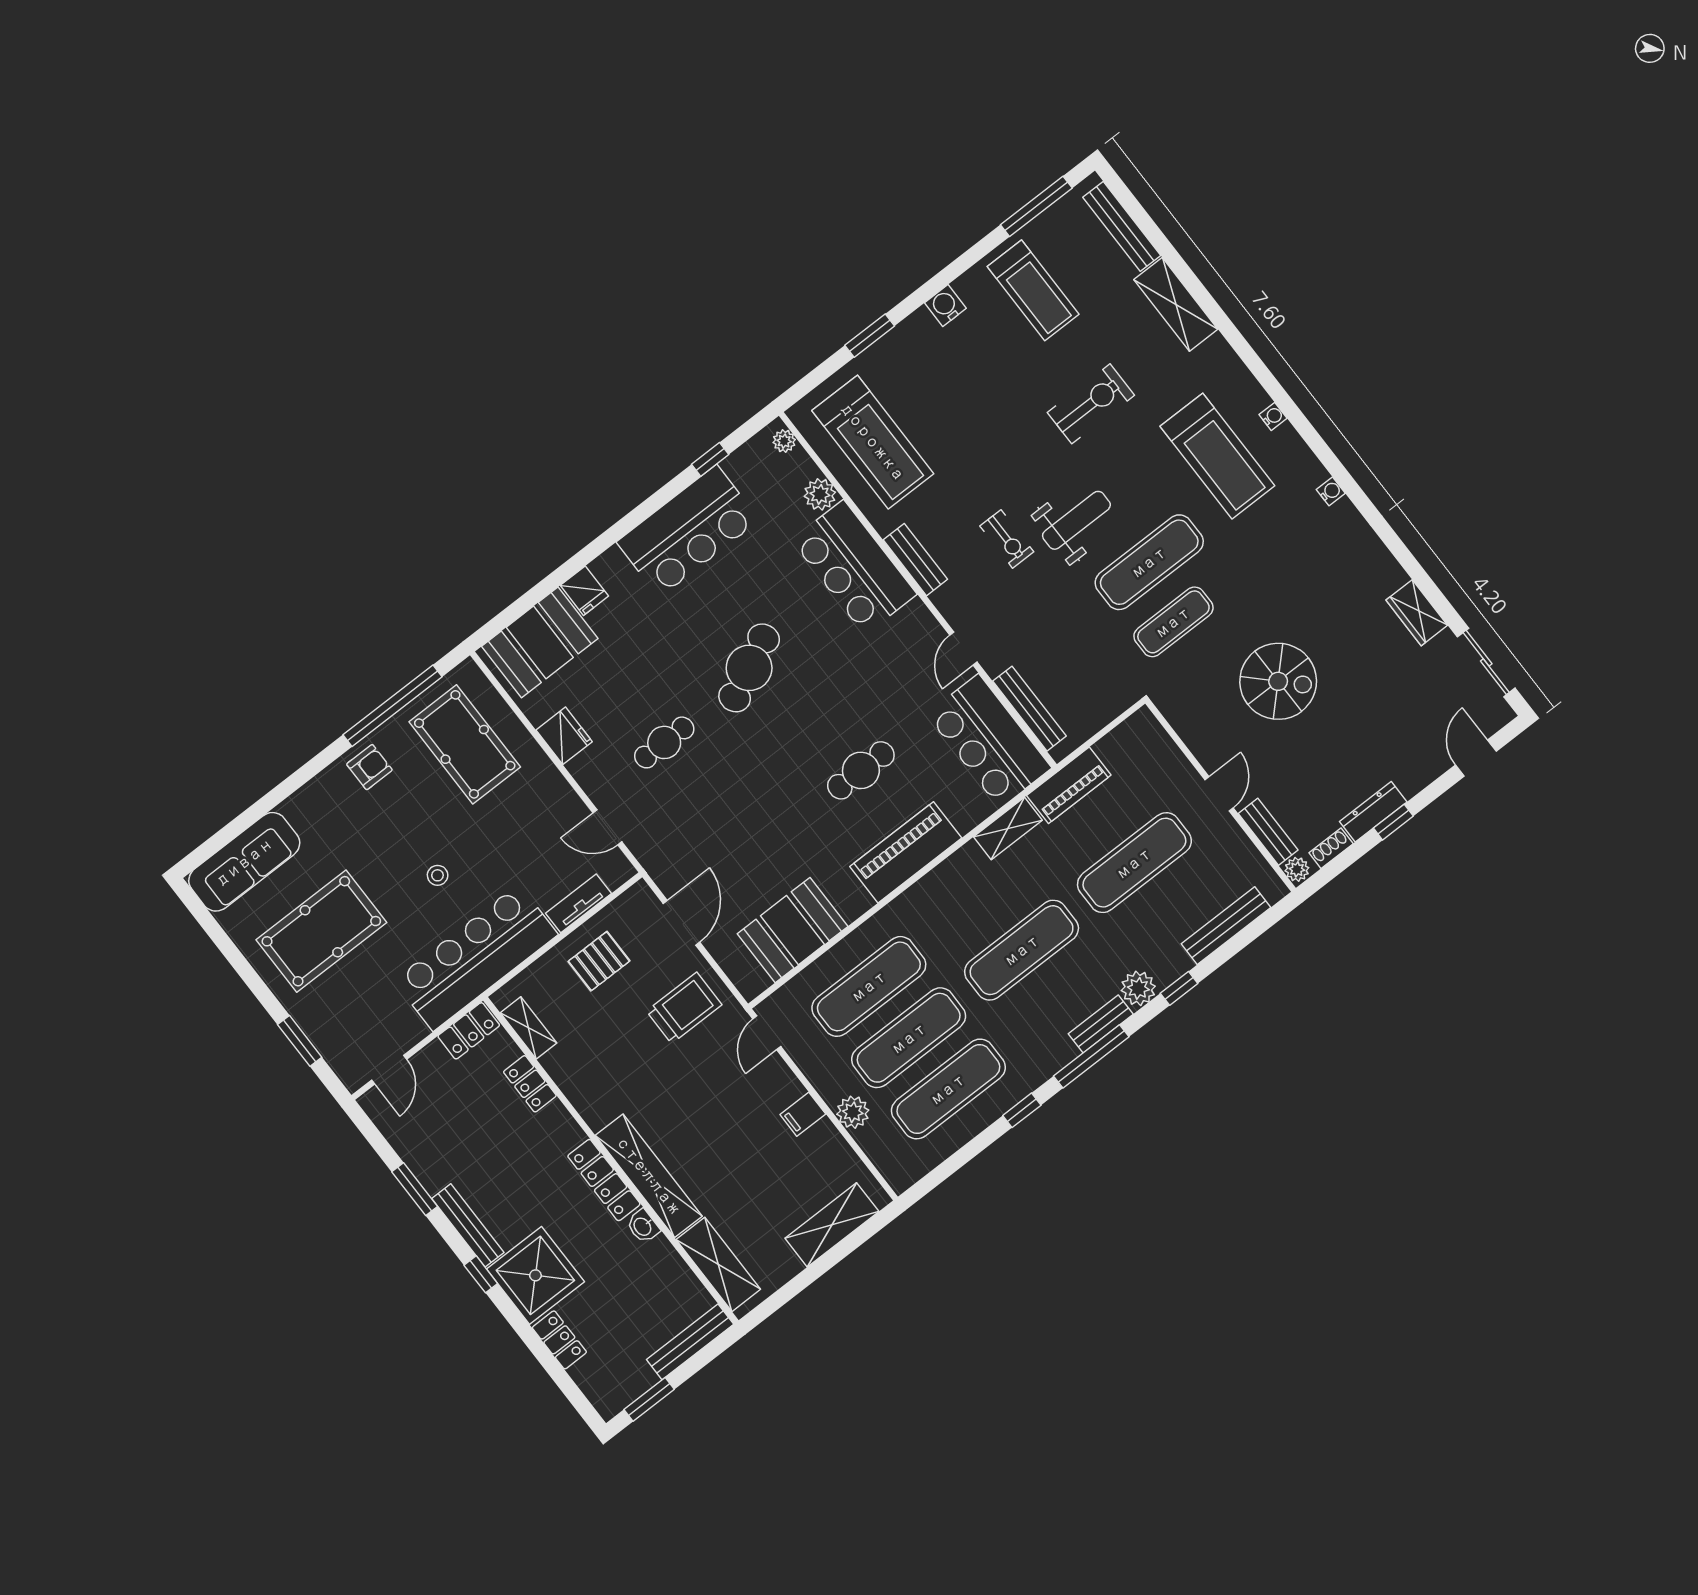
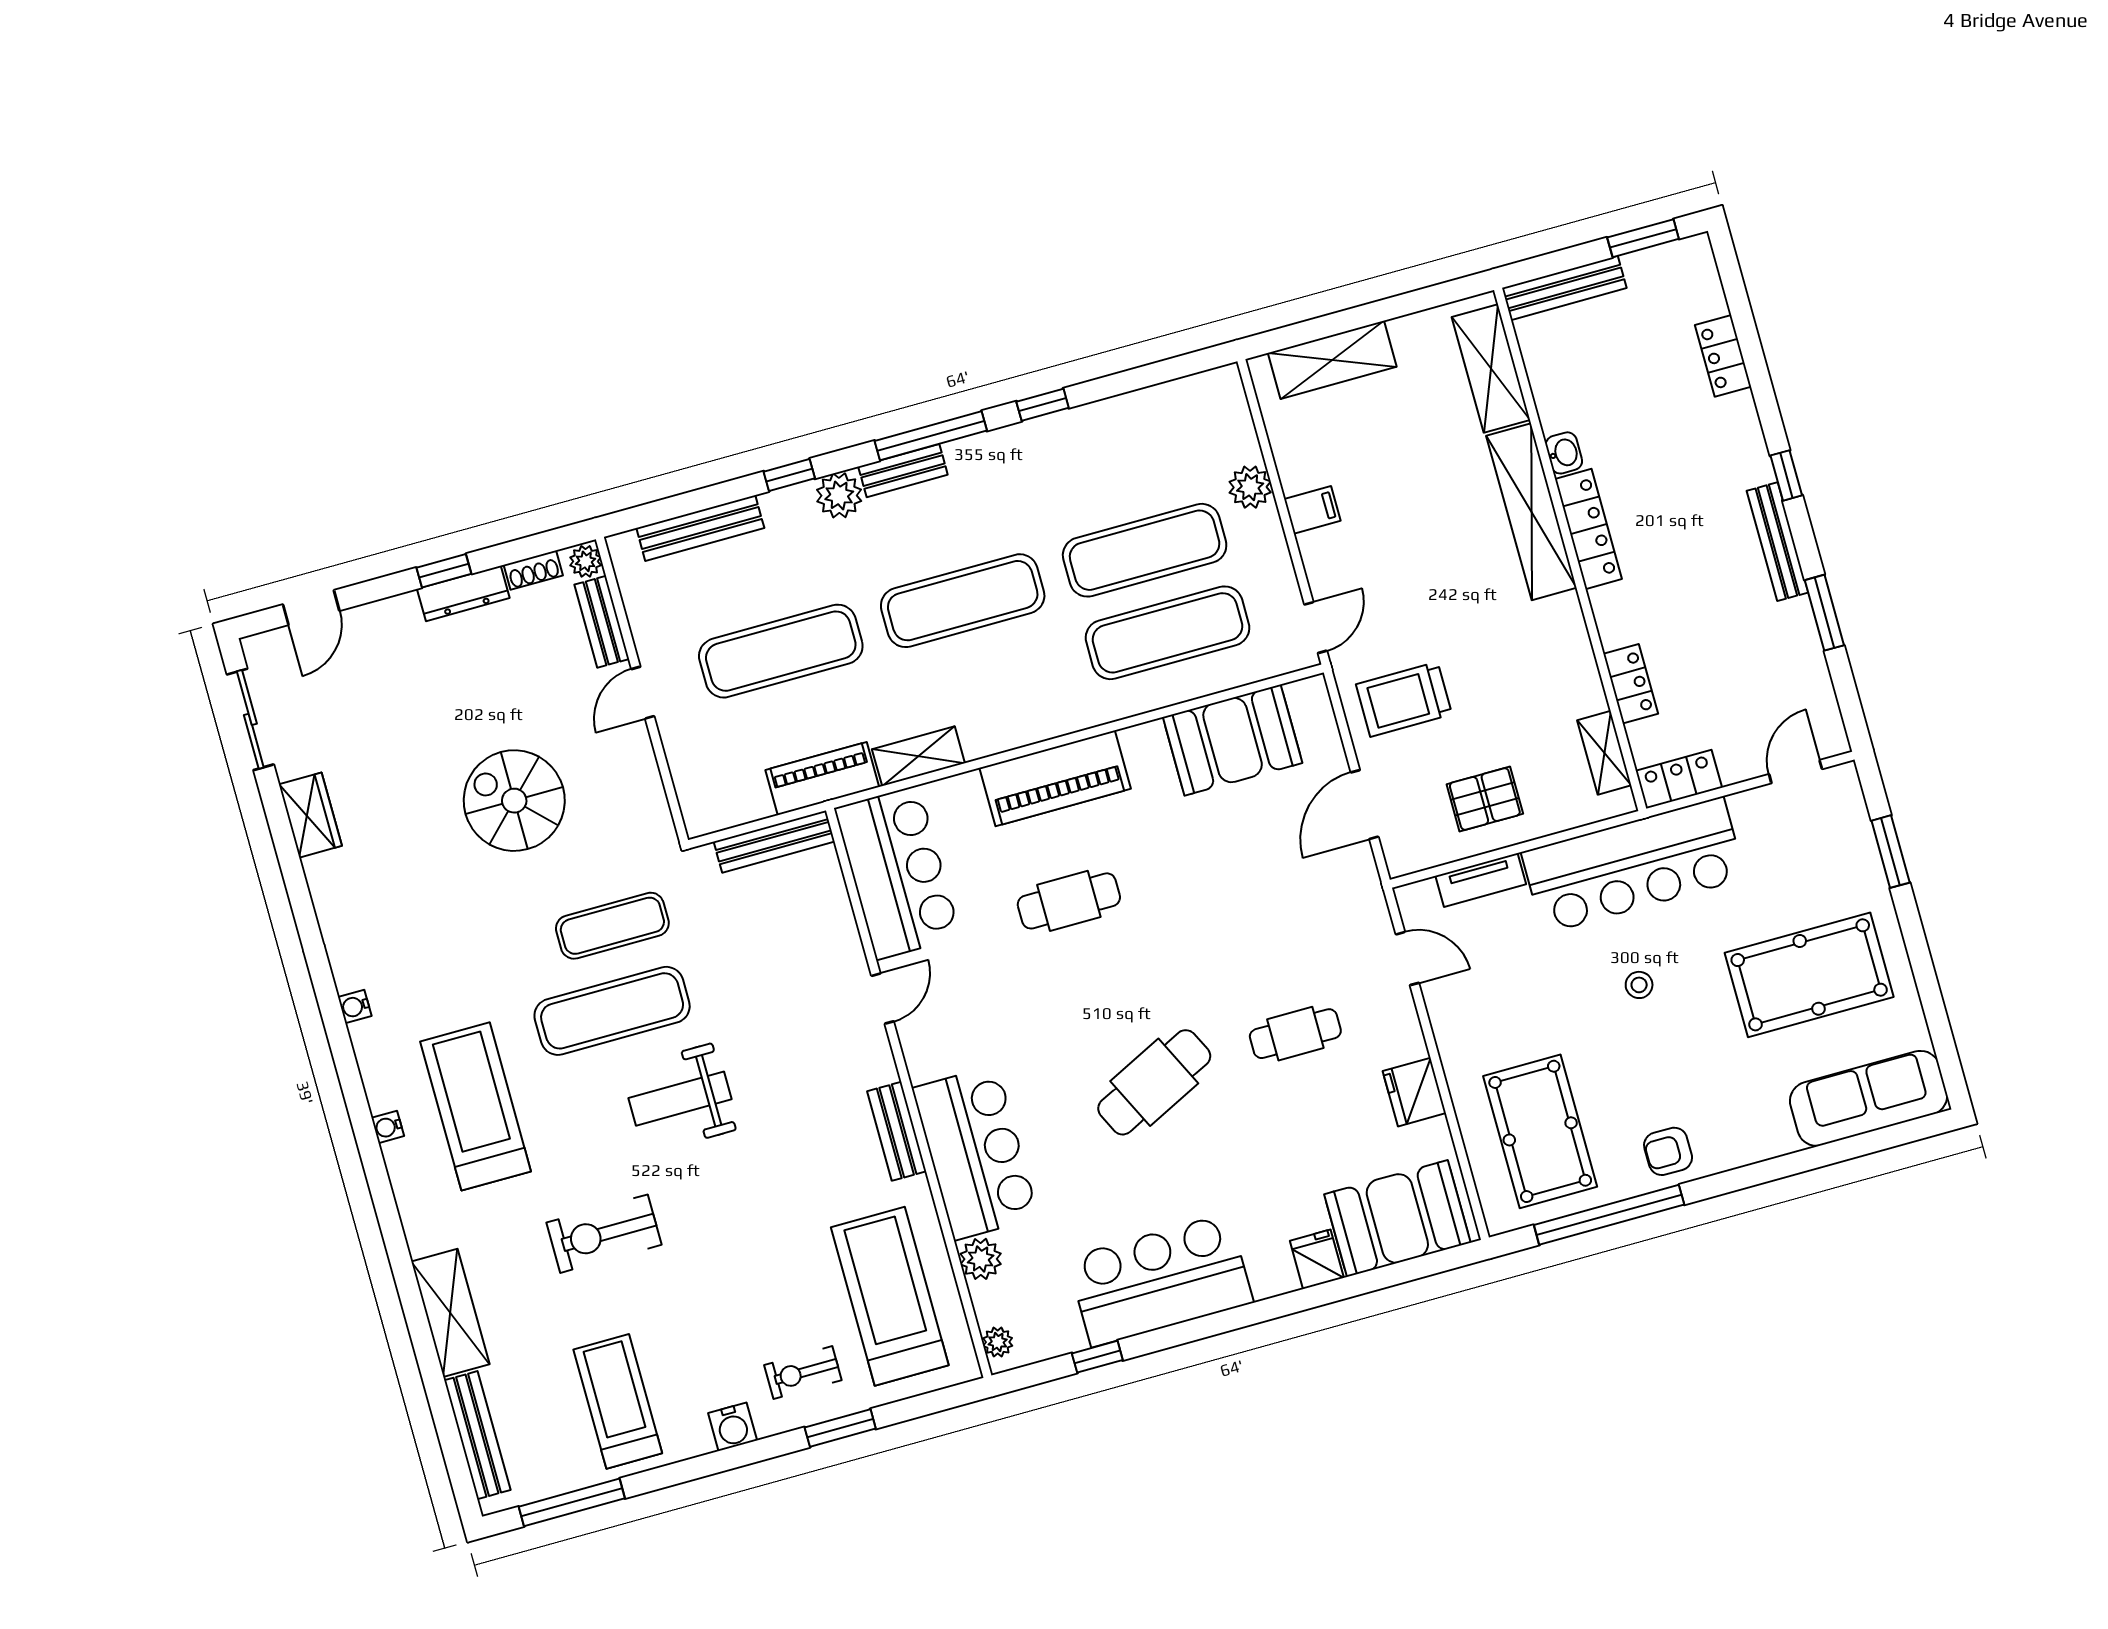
exercise bike: (1007, 539) -> (803, 1373), moved, turned -90
bench: (1029, 709) -> (774, 842), moved, turned 90
exercise mat: (948, 1089) -> (1122, 468), removed
shower: (535, 1275) -> (1720, 447), removed

